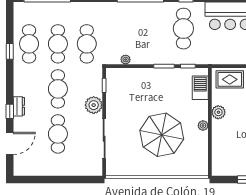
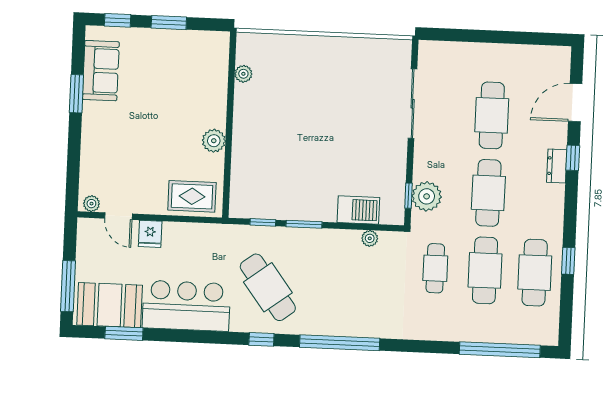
cafe table: (183, 29) -> (268, 287), turned -37
cafe table: (87, 44) -> (435, 268), width x0.73, depth x0.74
barbecue: (200, 88) -> (358, 210), moved, turned -90
plant: (94, 105) -> (427, 196), moved
plant: (203, 126) -> (243, 74), moved
parasol: (162, 135) -> (313, 106), removed

